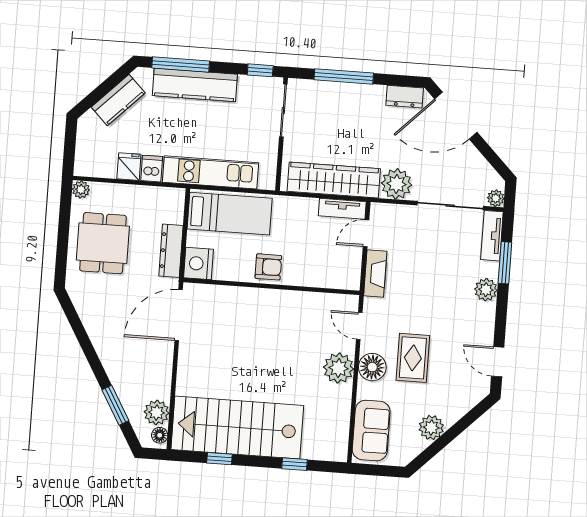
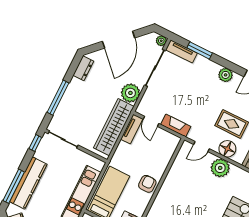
door: (456, 116) -> (119, 40), moved
plant: (486, 290) -> (226, 75), moved

